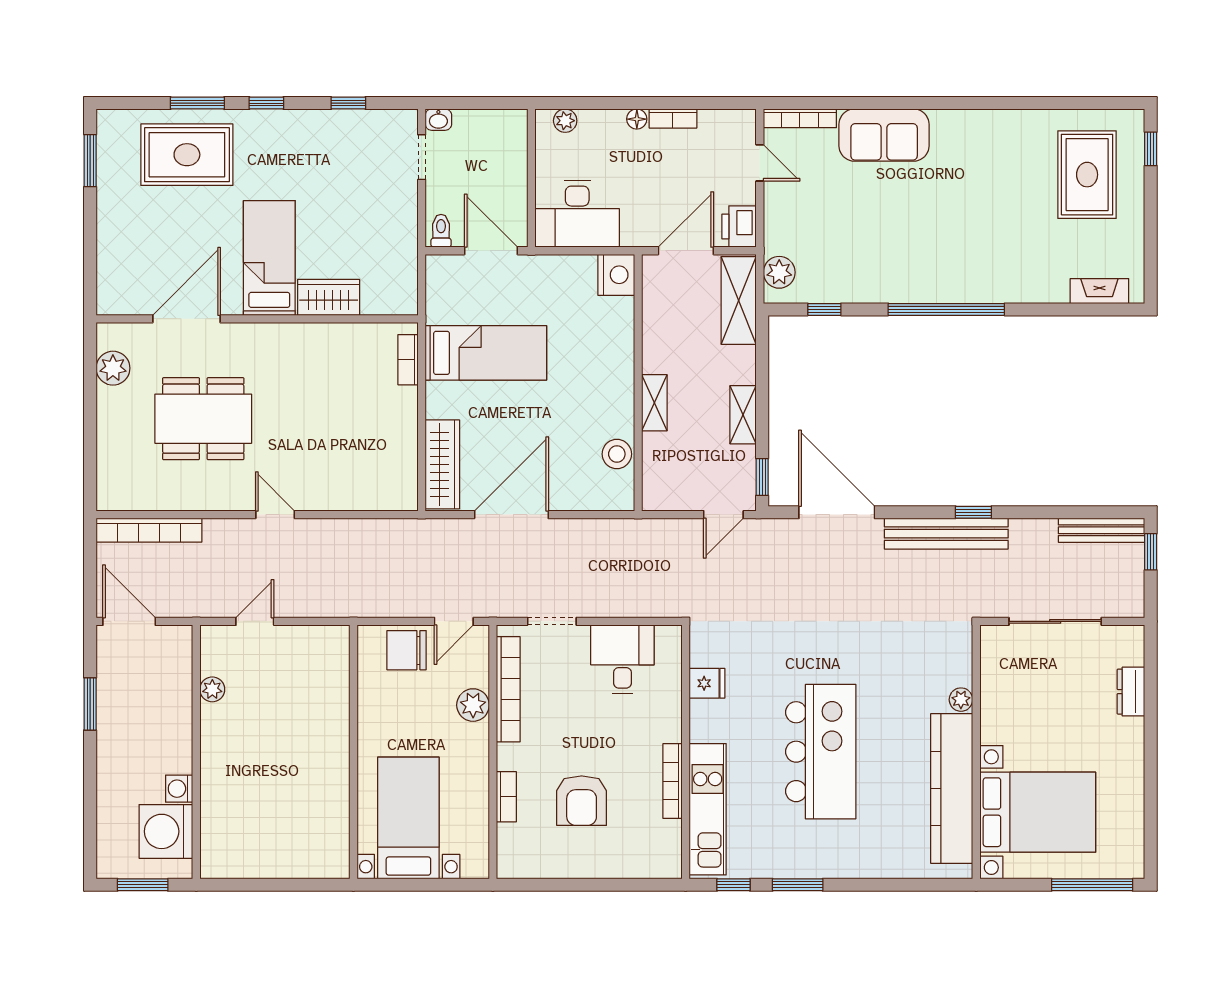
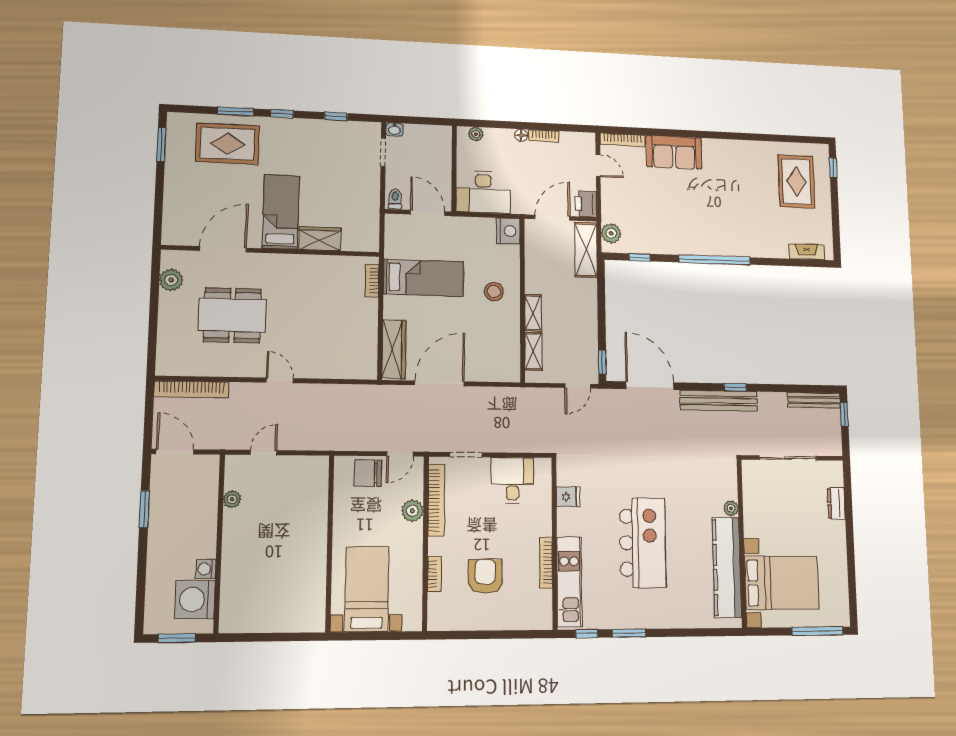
shelving: (743, 415) -> (533, 351), moved
stool: (617, 454) -> (494, 292), moved
armchair: (582, 801) -> (485, 576), turned 180

